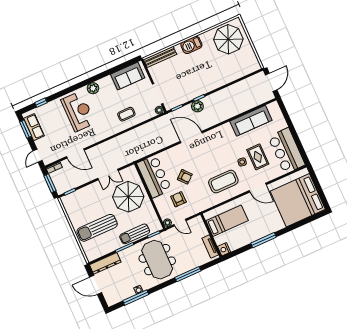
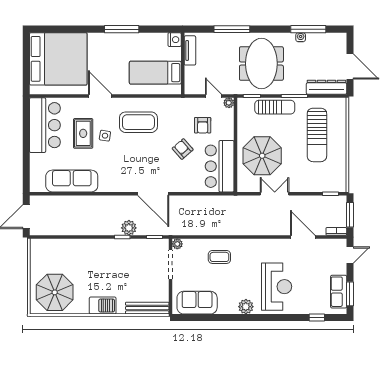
reception desk: (78, 111) -> (277, 287), turned 180
sun lounger: (97, 228) -> (317, 135), turned 90

